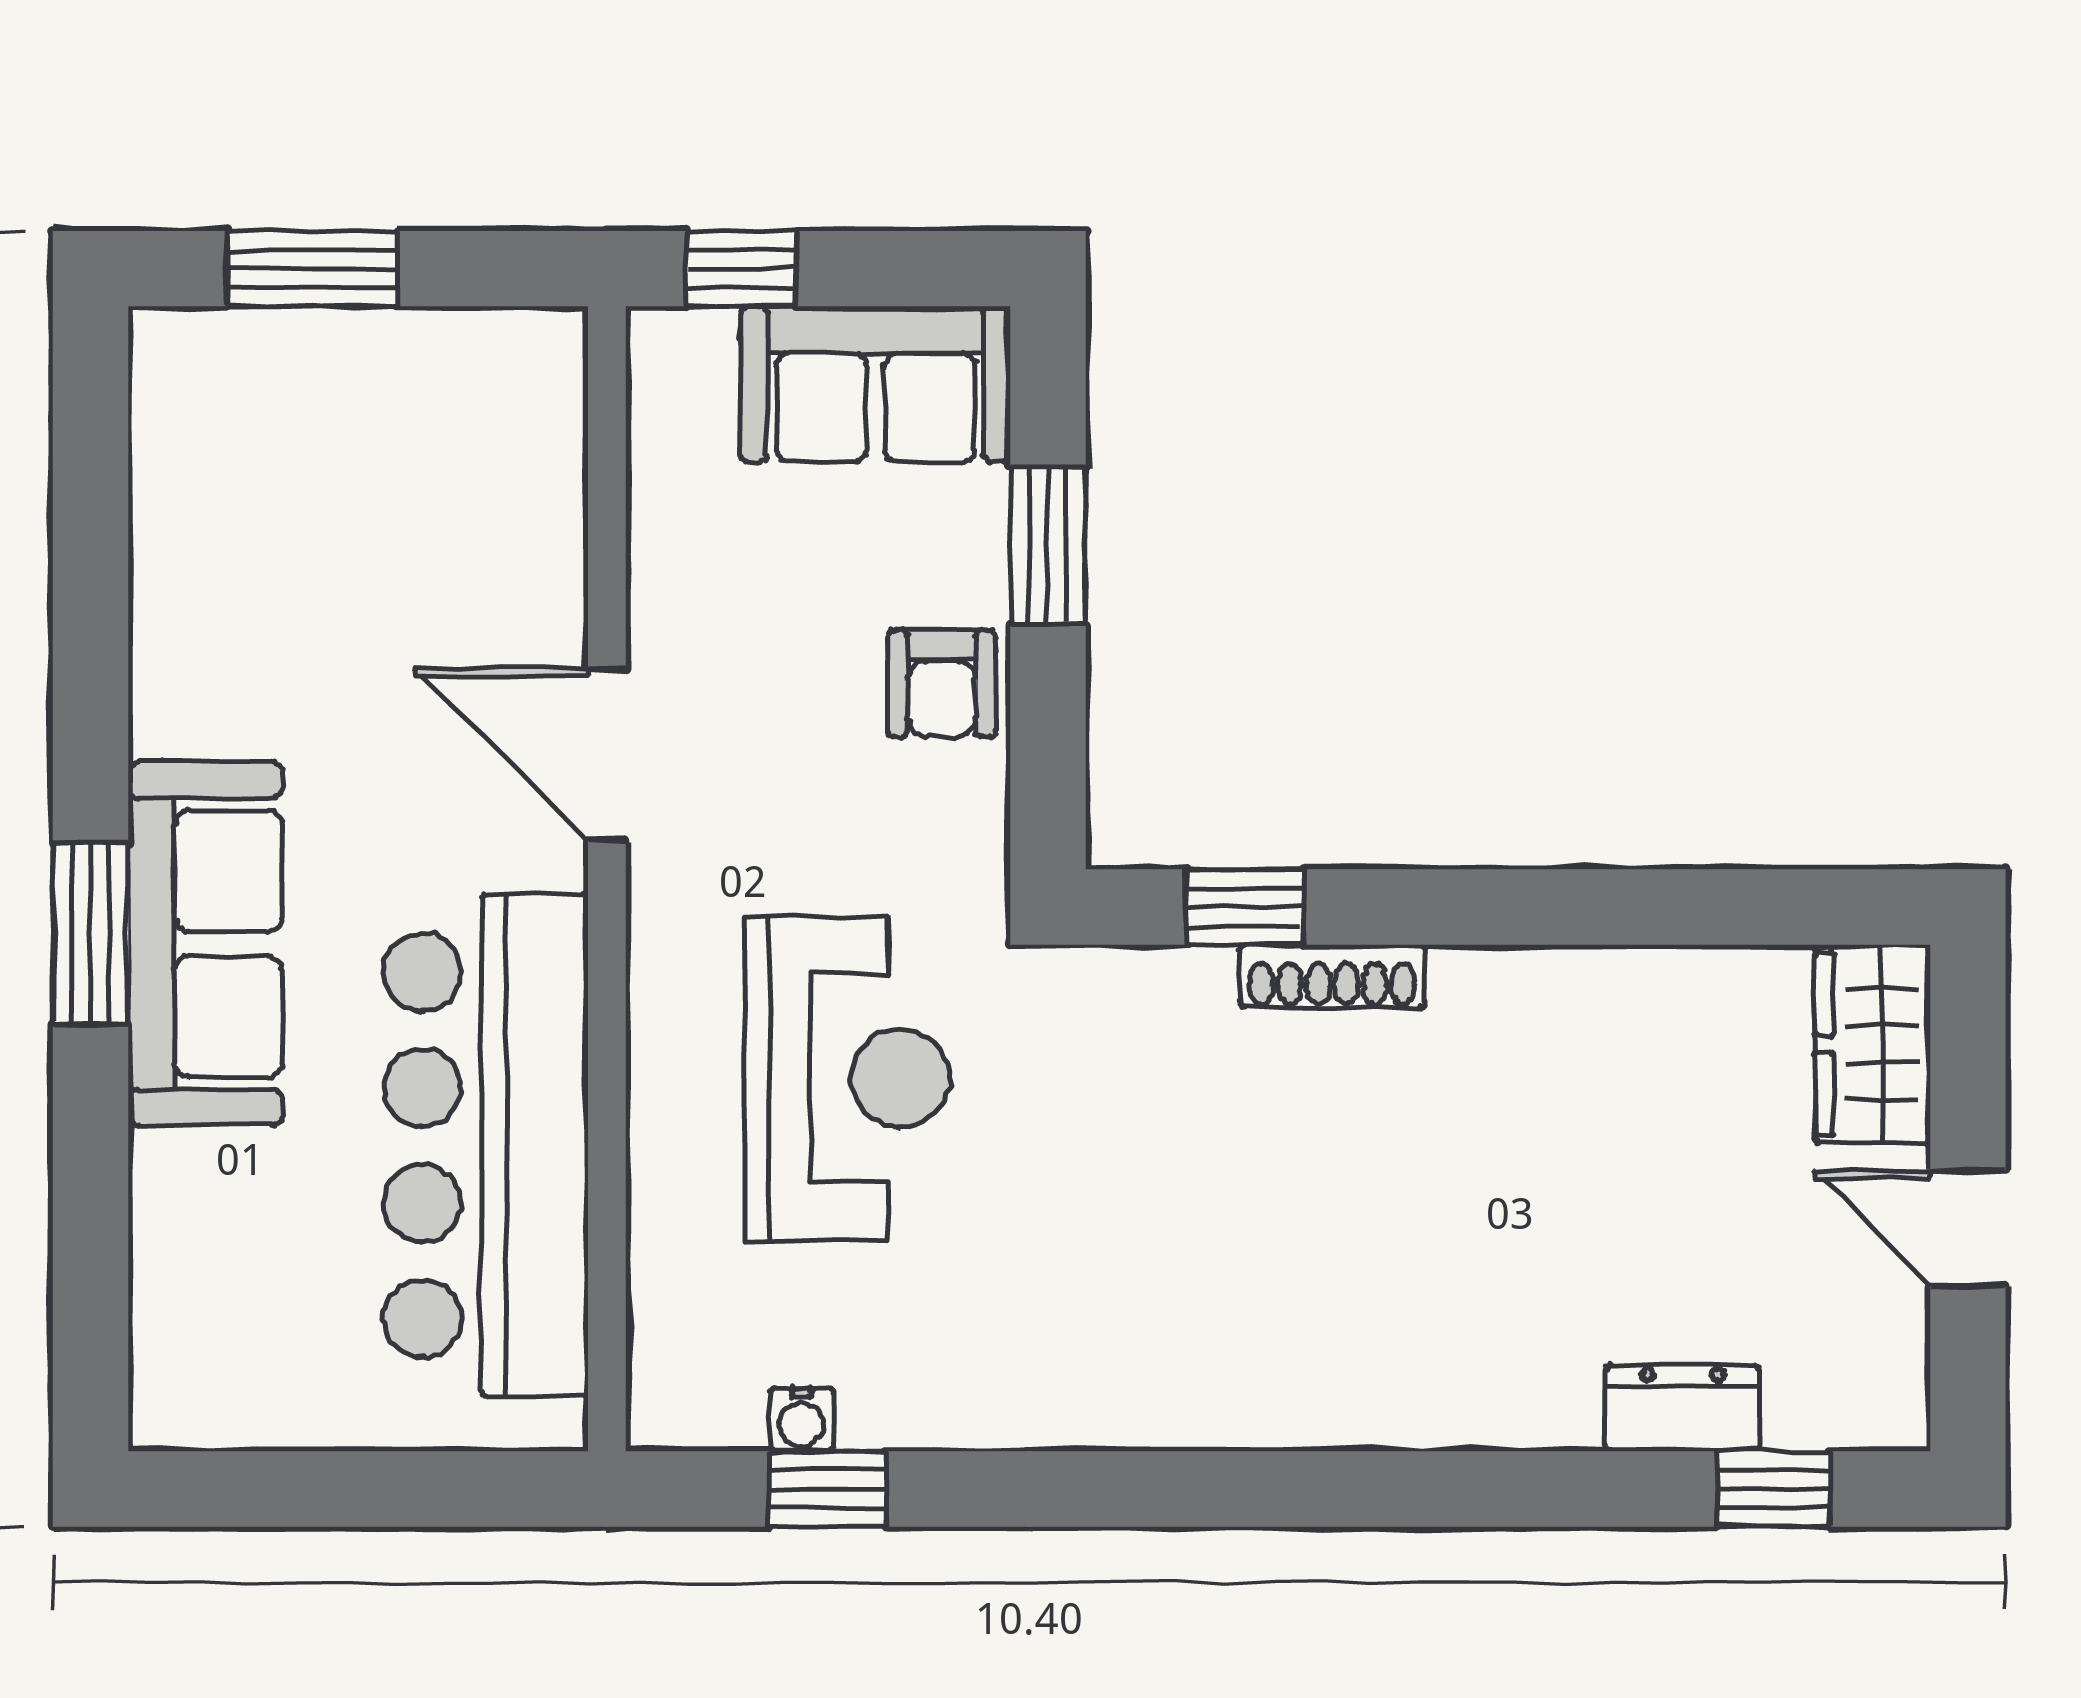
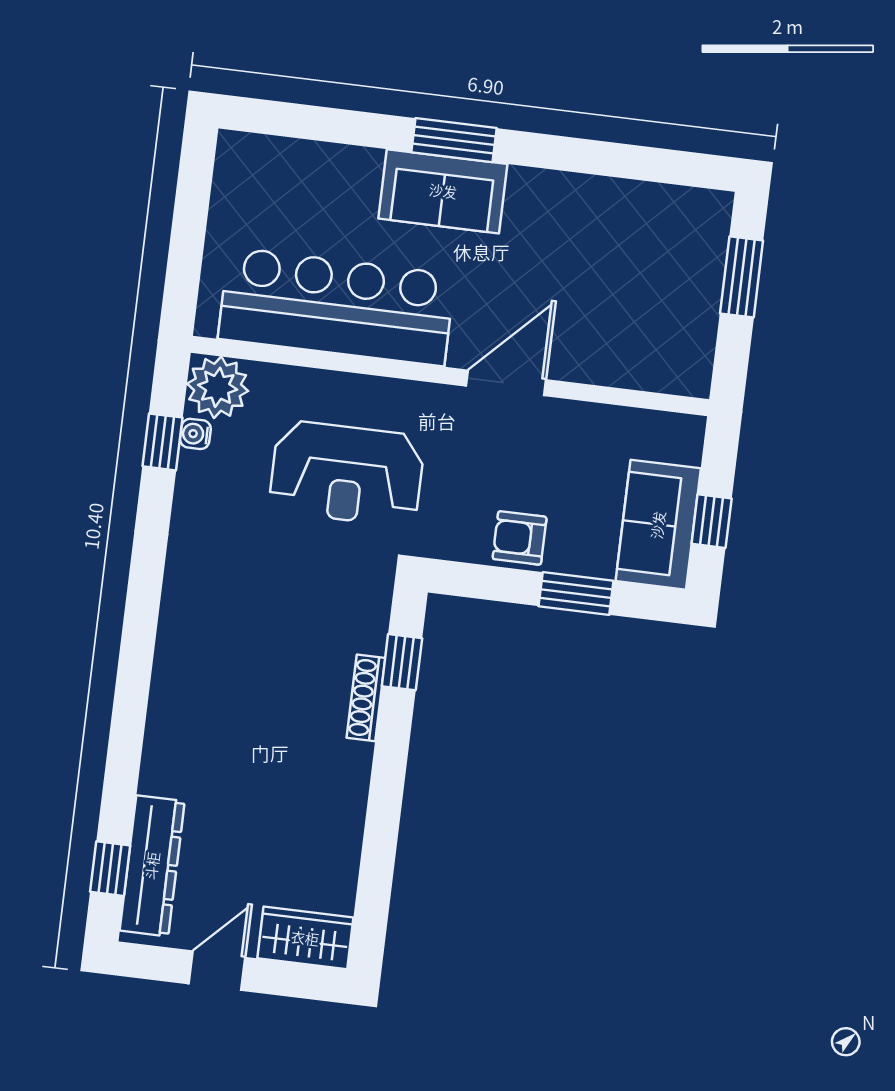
window: (742, 269) -> (712, 521), moved
sofa: (205, 944) -> (443, 191), width x0.73
plant: (694, 1383) -> (218, 387), added
dresser: (1683, 1408) -> (152, 866), width x1.96, depth x1.24

